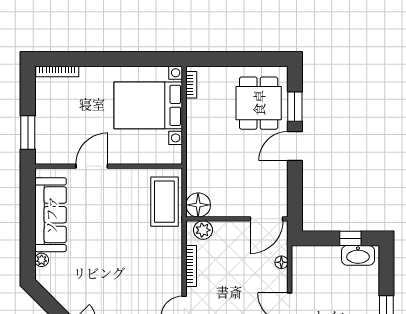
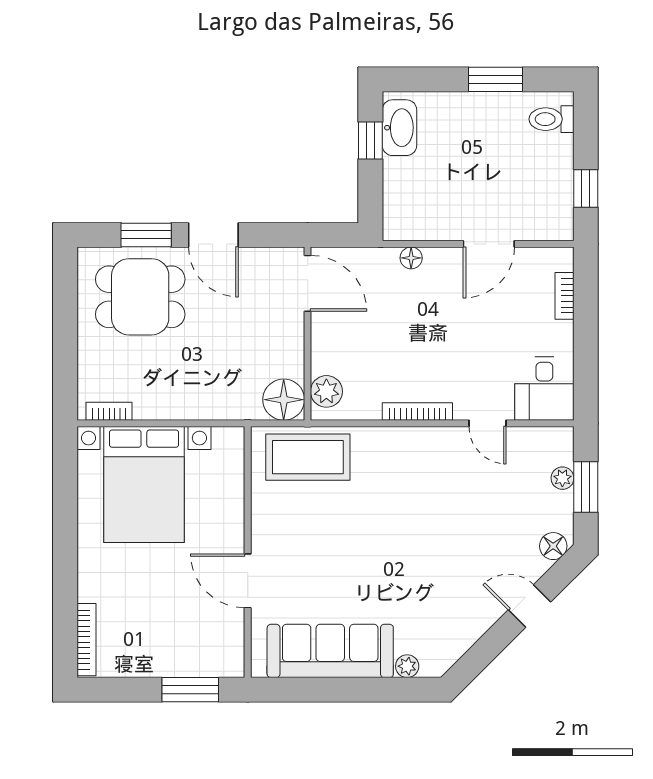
floor lamp: (198, 205) -> (284, 400), moved
wall: (237, 219) -> (308, 334), moved
door: (267, 219) -> (308, 283), moved
plant: (203, 230) -> (326, 391), moved

